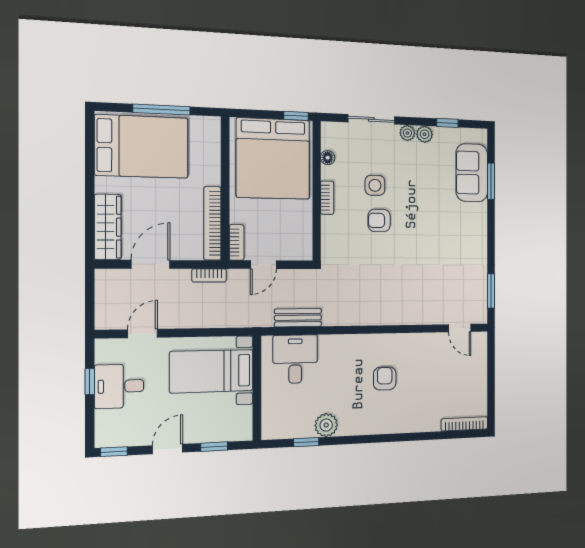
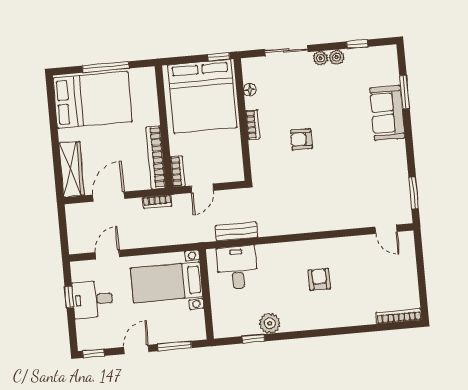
sofa: (472, 173) -> (387, 113), moved
side table: (375, 185) -> (295, 109), removed
window: (214, 447) -> (175, 346), width x1.50

